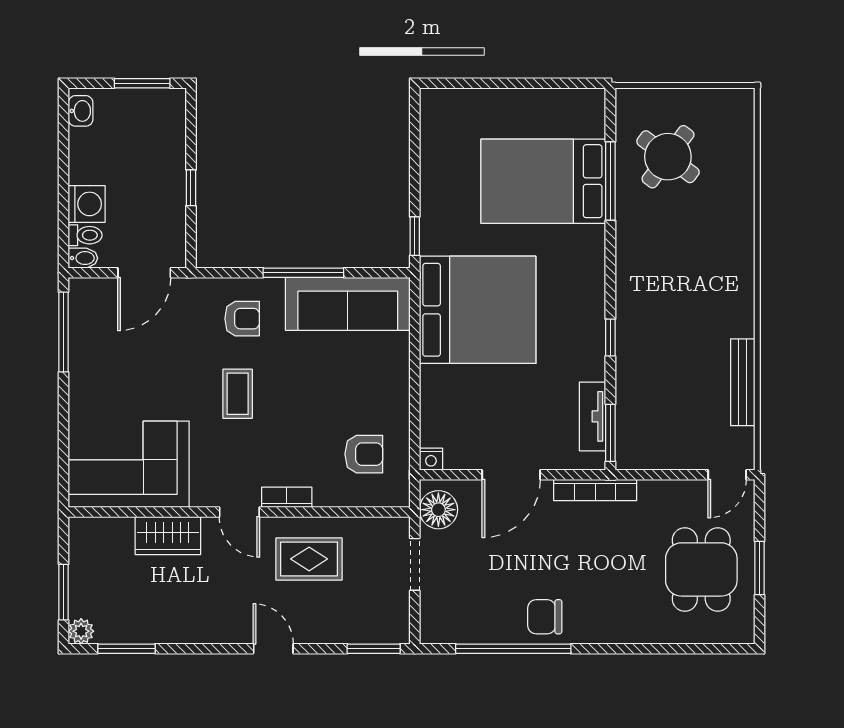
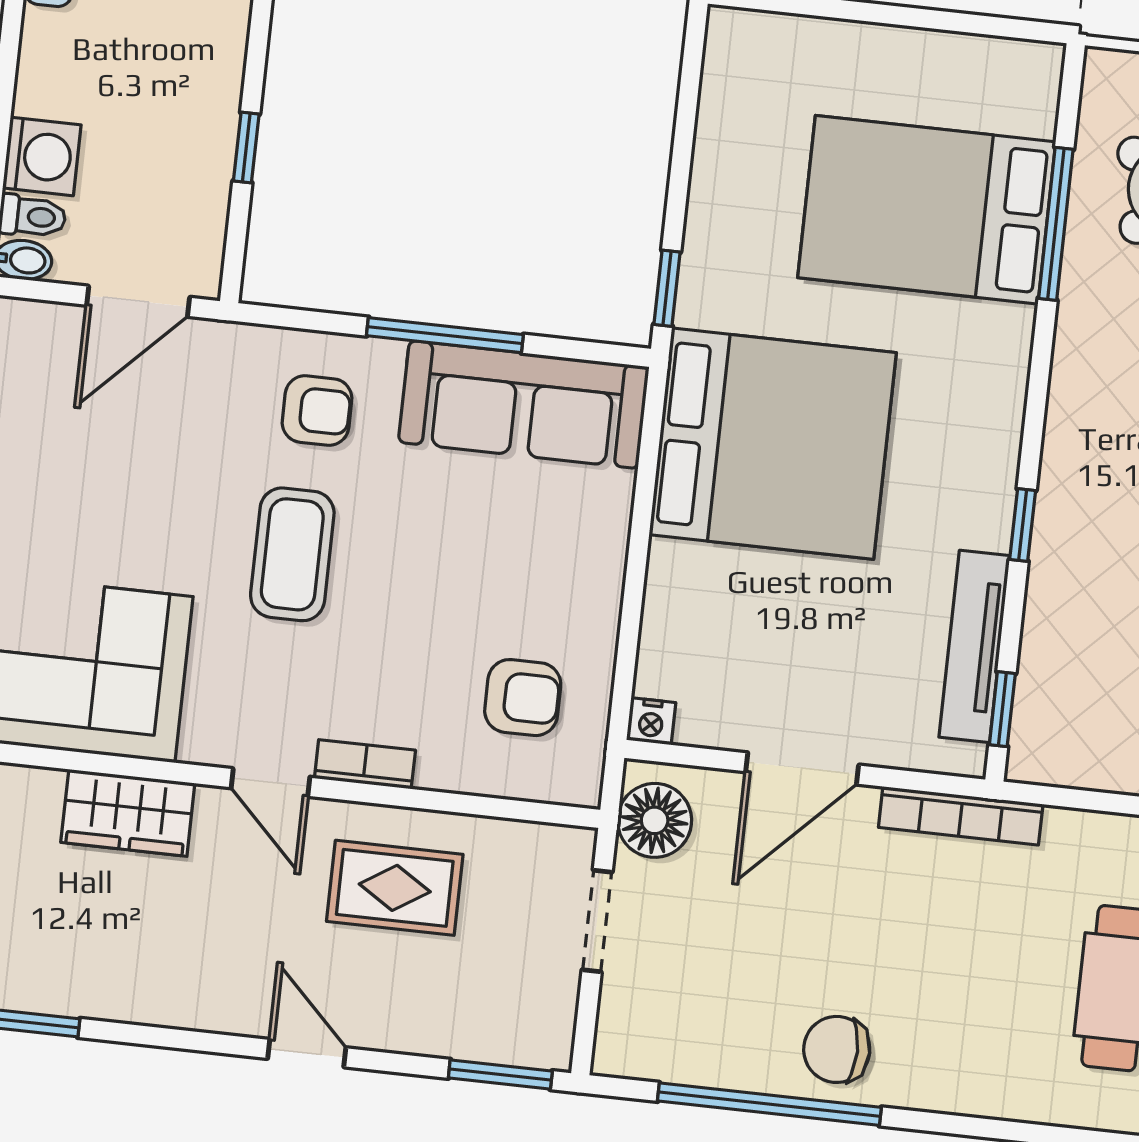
coffee table: (238, 394) -> (292, 554), width x1.36, depth x1.30
tv unit: (593, 416) -> (975, 646), width x1.41
window: (610, 433) -> (1002, 709), width x0.67

